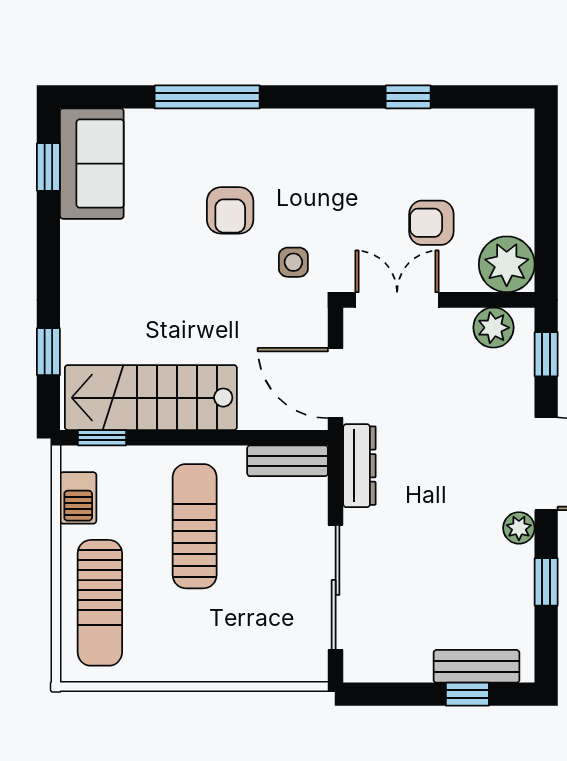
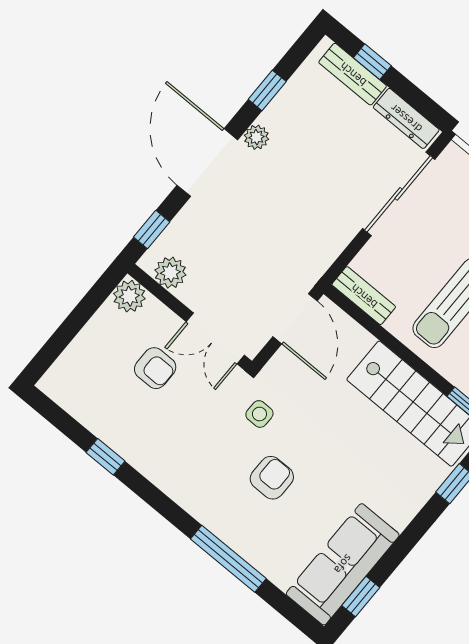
sofa: (92, 164) -> (343, 564), width x1.36
plant: (507, 264) -> (129, 296), width x0.73, depth x0.73
dresser: (359, 466) -> (406, 118), moved, turned -90

